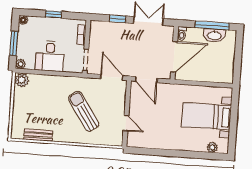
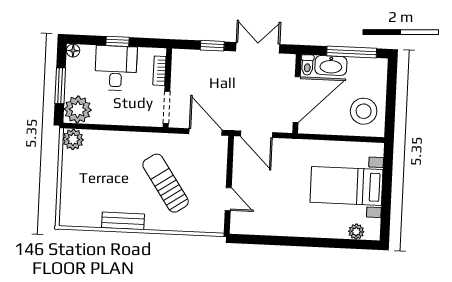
washbasin: (214, 35) -> (331, 65), moved
desk: (50, 56) -> (116, 68), moved, turned 180
plant: (21, 64) -> (78, 110), width x1.87, depth x1.87
stool: (219, 66) -> (364, 111), added
bench: (38, 135) -> (123, 221), moved

